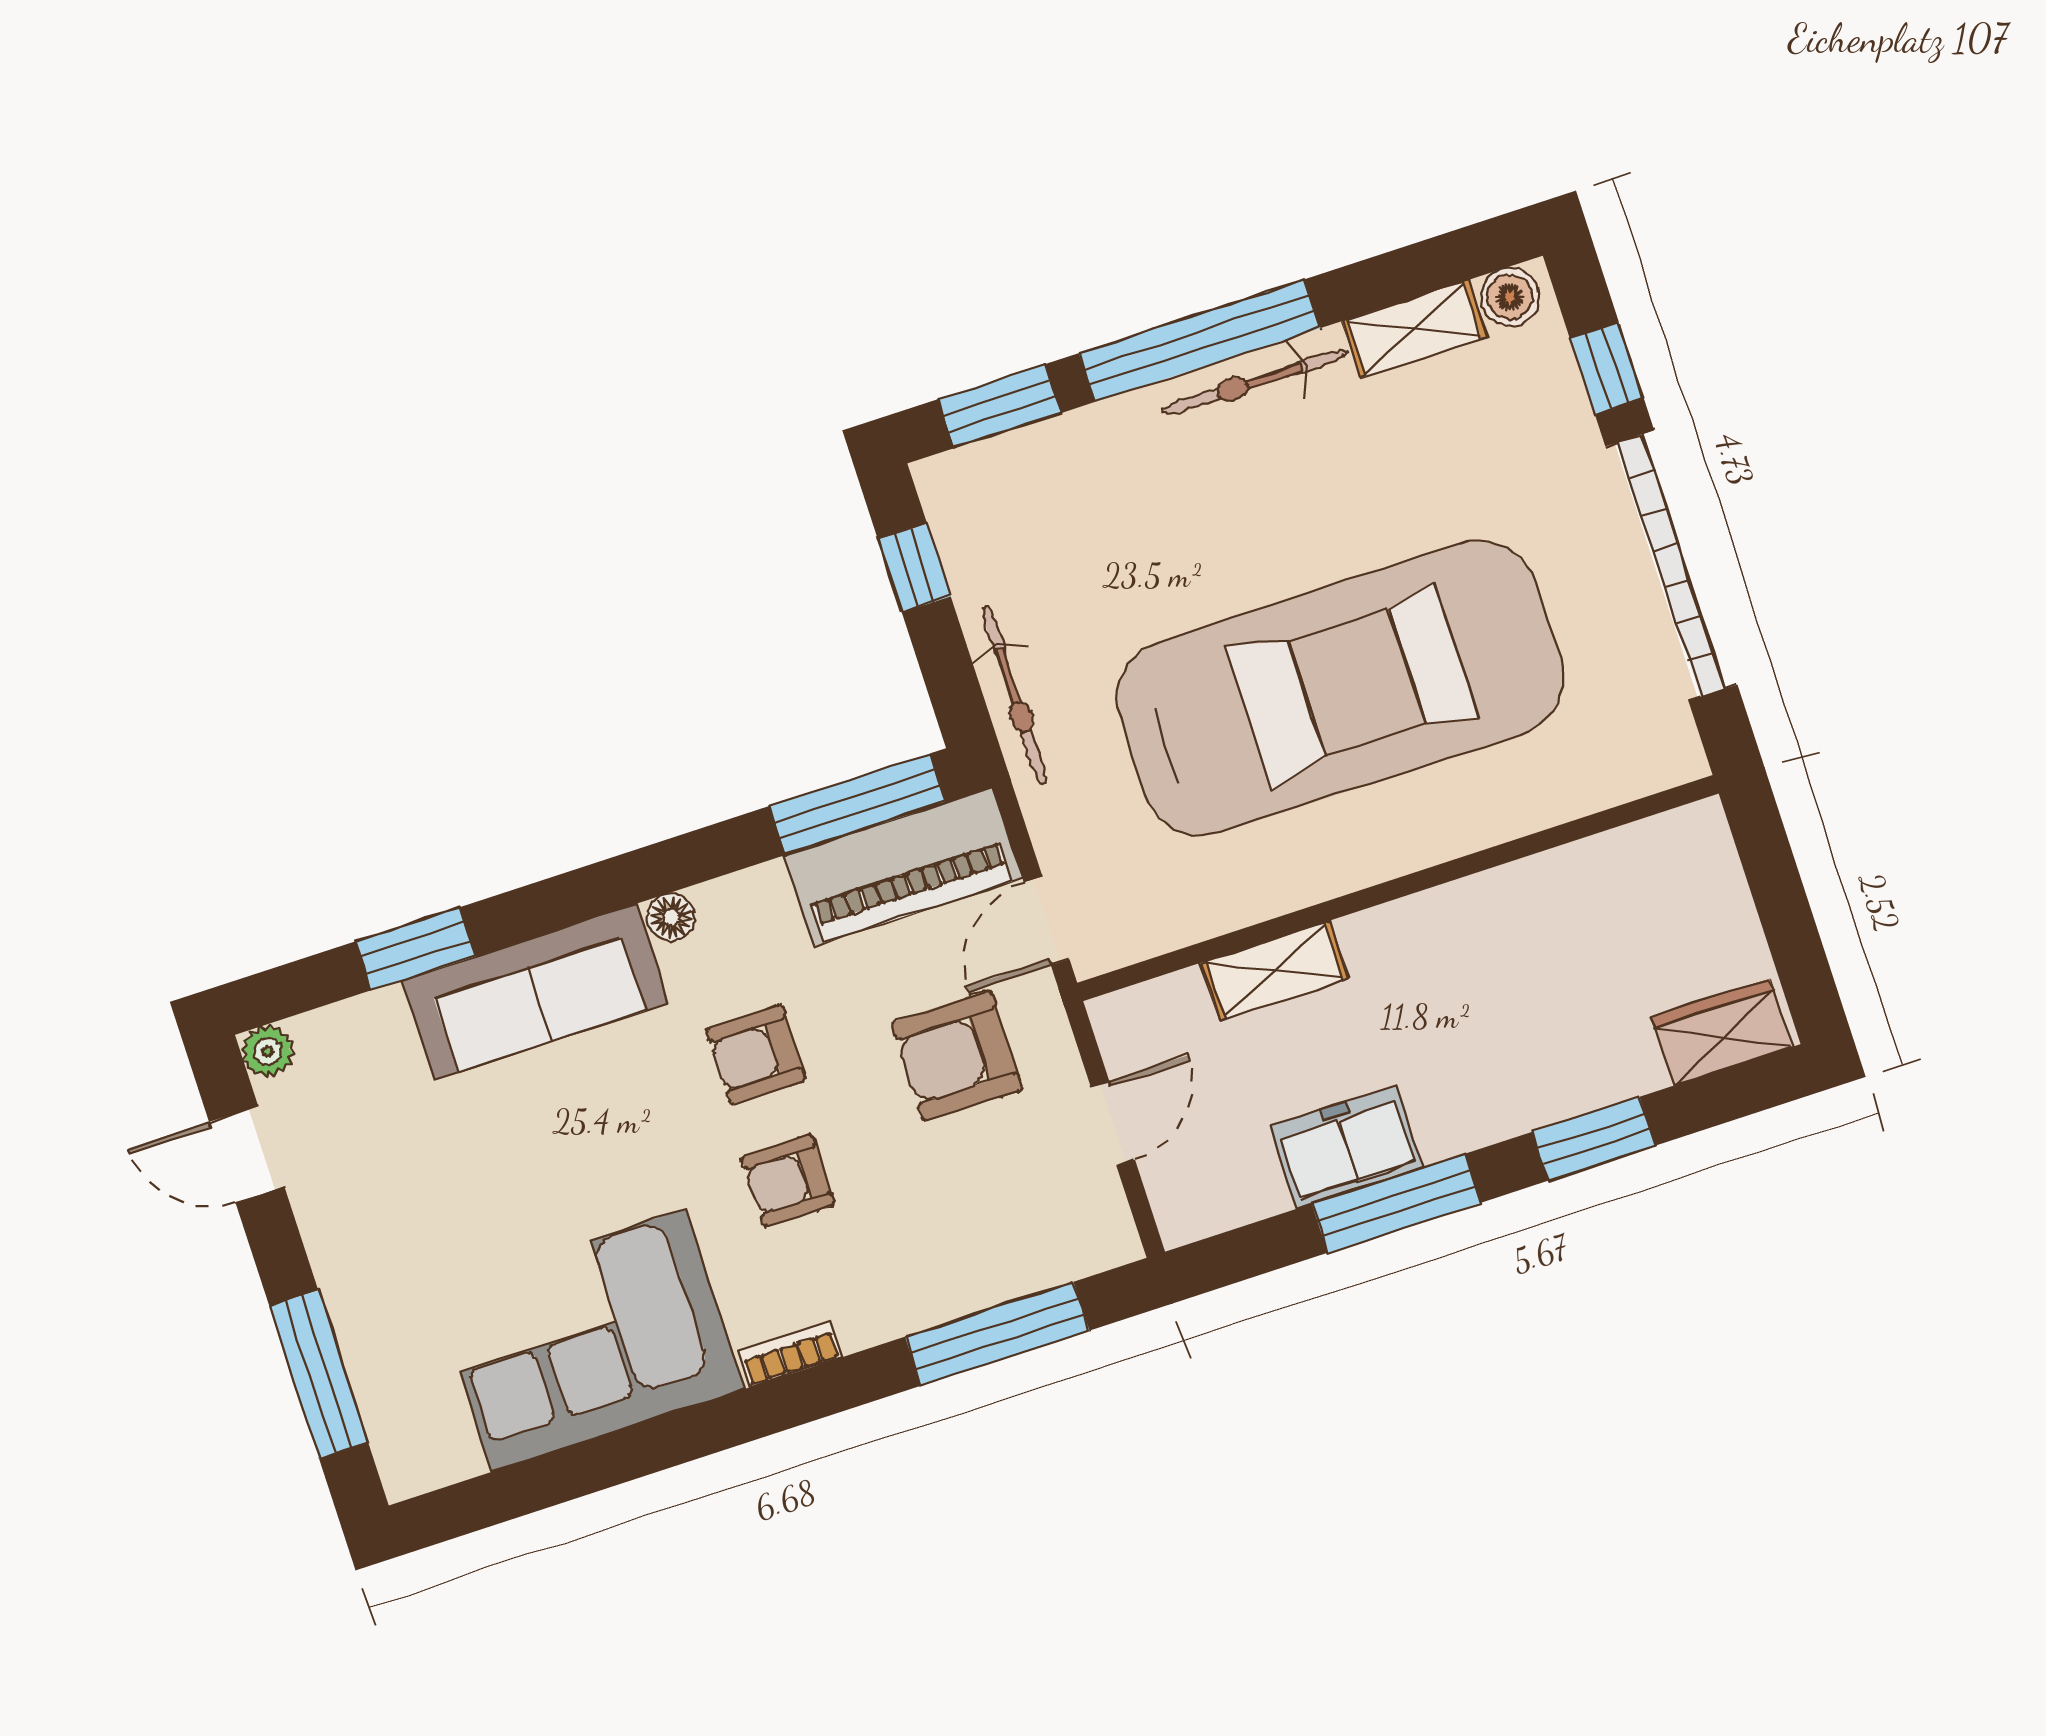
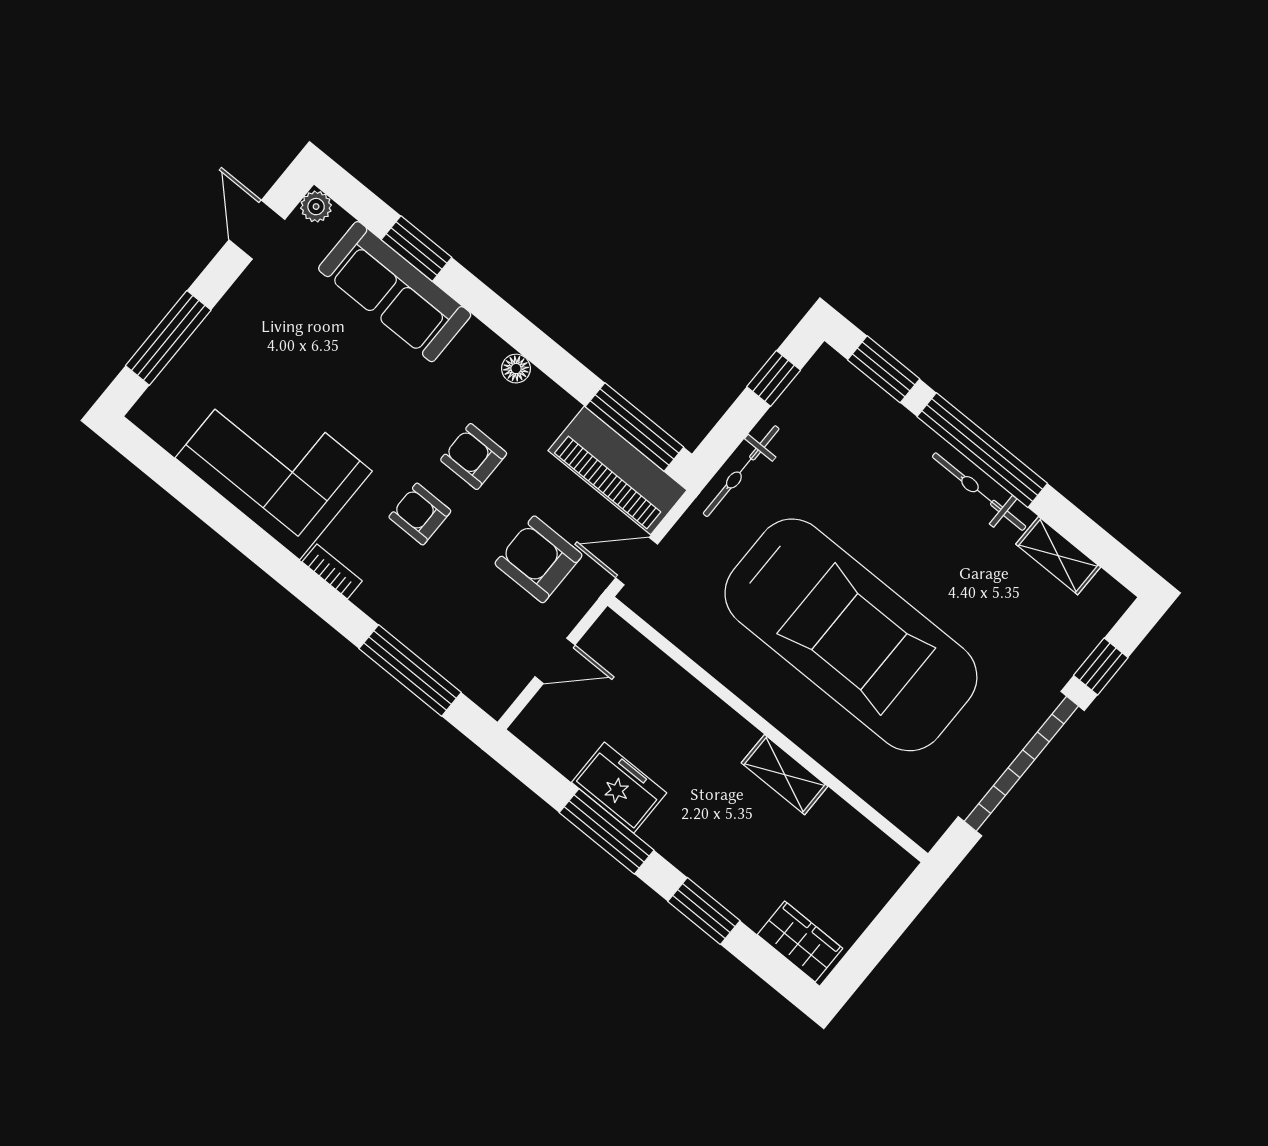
boiler: (1510, 297) -> (1105, 594), removed
shelving: (1275, 971) -> (785, 775), moved
sofa: (535, 992) -> (395, 292), moved

